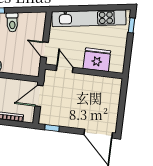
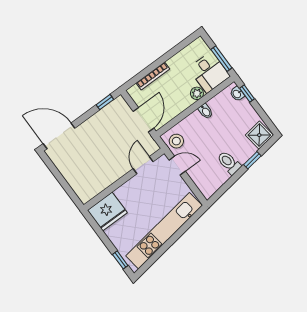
fridge: (97, 60) -> (107, 211), moved
stool: (31, 65) -> (176, 141), added
door: (65, 69) -> (143, 165), swing flipped

